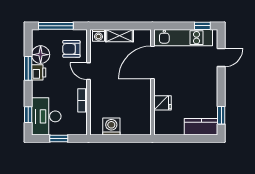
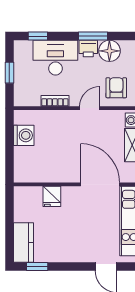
desk: (46, 116) -> (55, 58), moved

